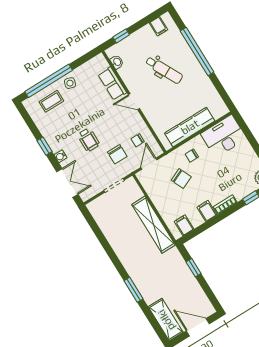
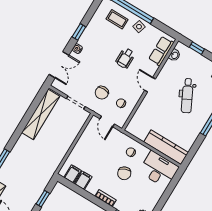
row of seats: (112, 84) -> (161, 51), moved
kitchen counter: (190, 127) -> (166, 147), moved
wheelchair: (88, 140) -> (125, 58), moved
door: (149, 164) -> (107, 121), swing flipped
chair: (181, 178) -> (124, 173), moved
filing cabinet: (207, 211) -> (83, 180), moved
shelving: (153, 225) -> (41, 114), moved

